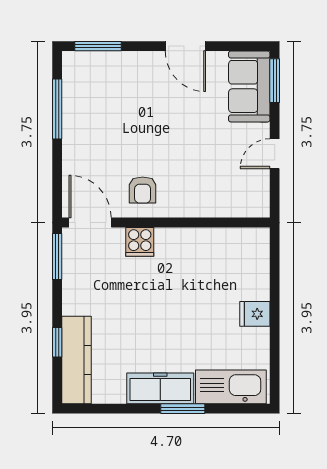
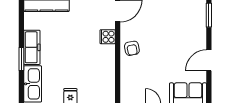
armchair: (143, 190) -> (132, 48), moved, turned -101

